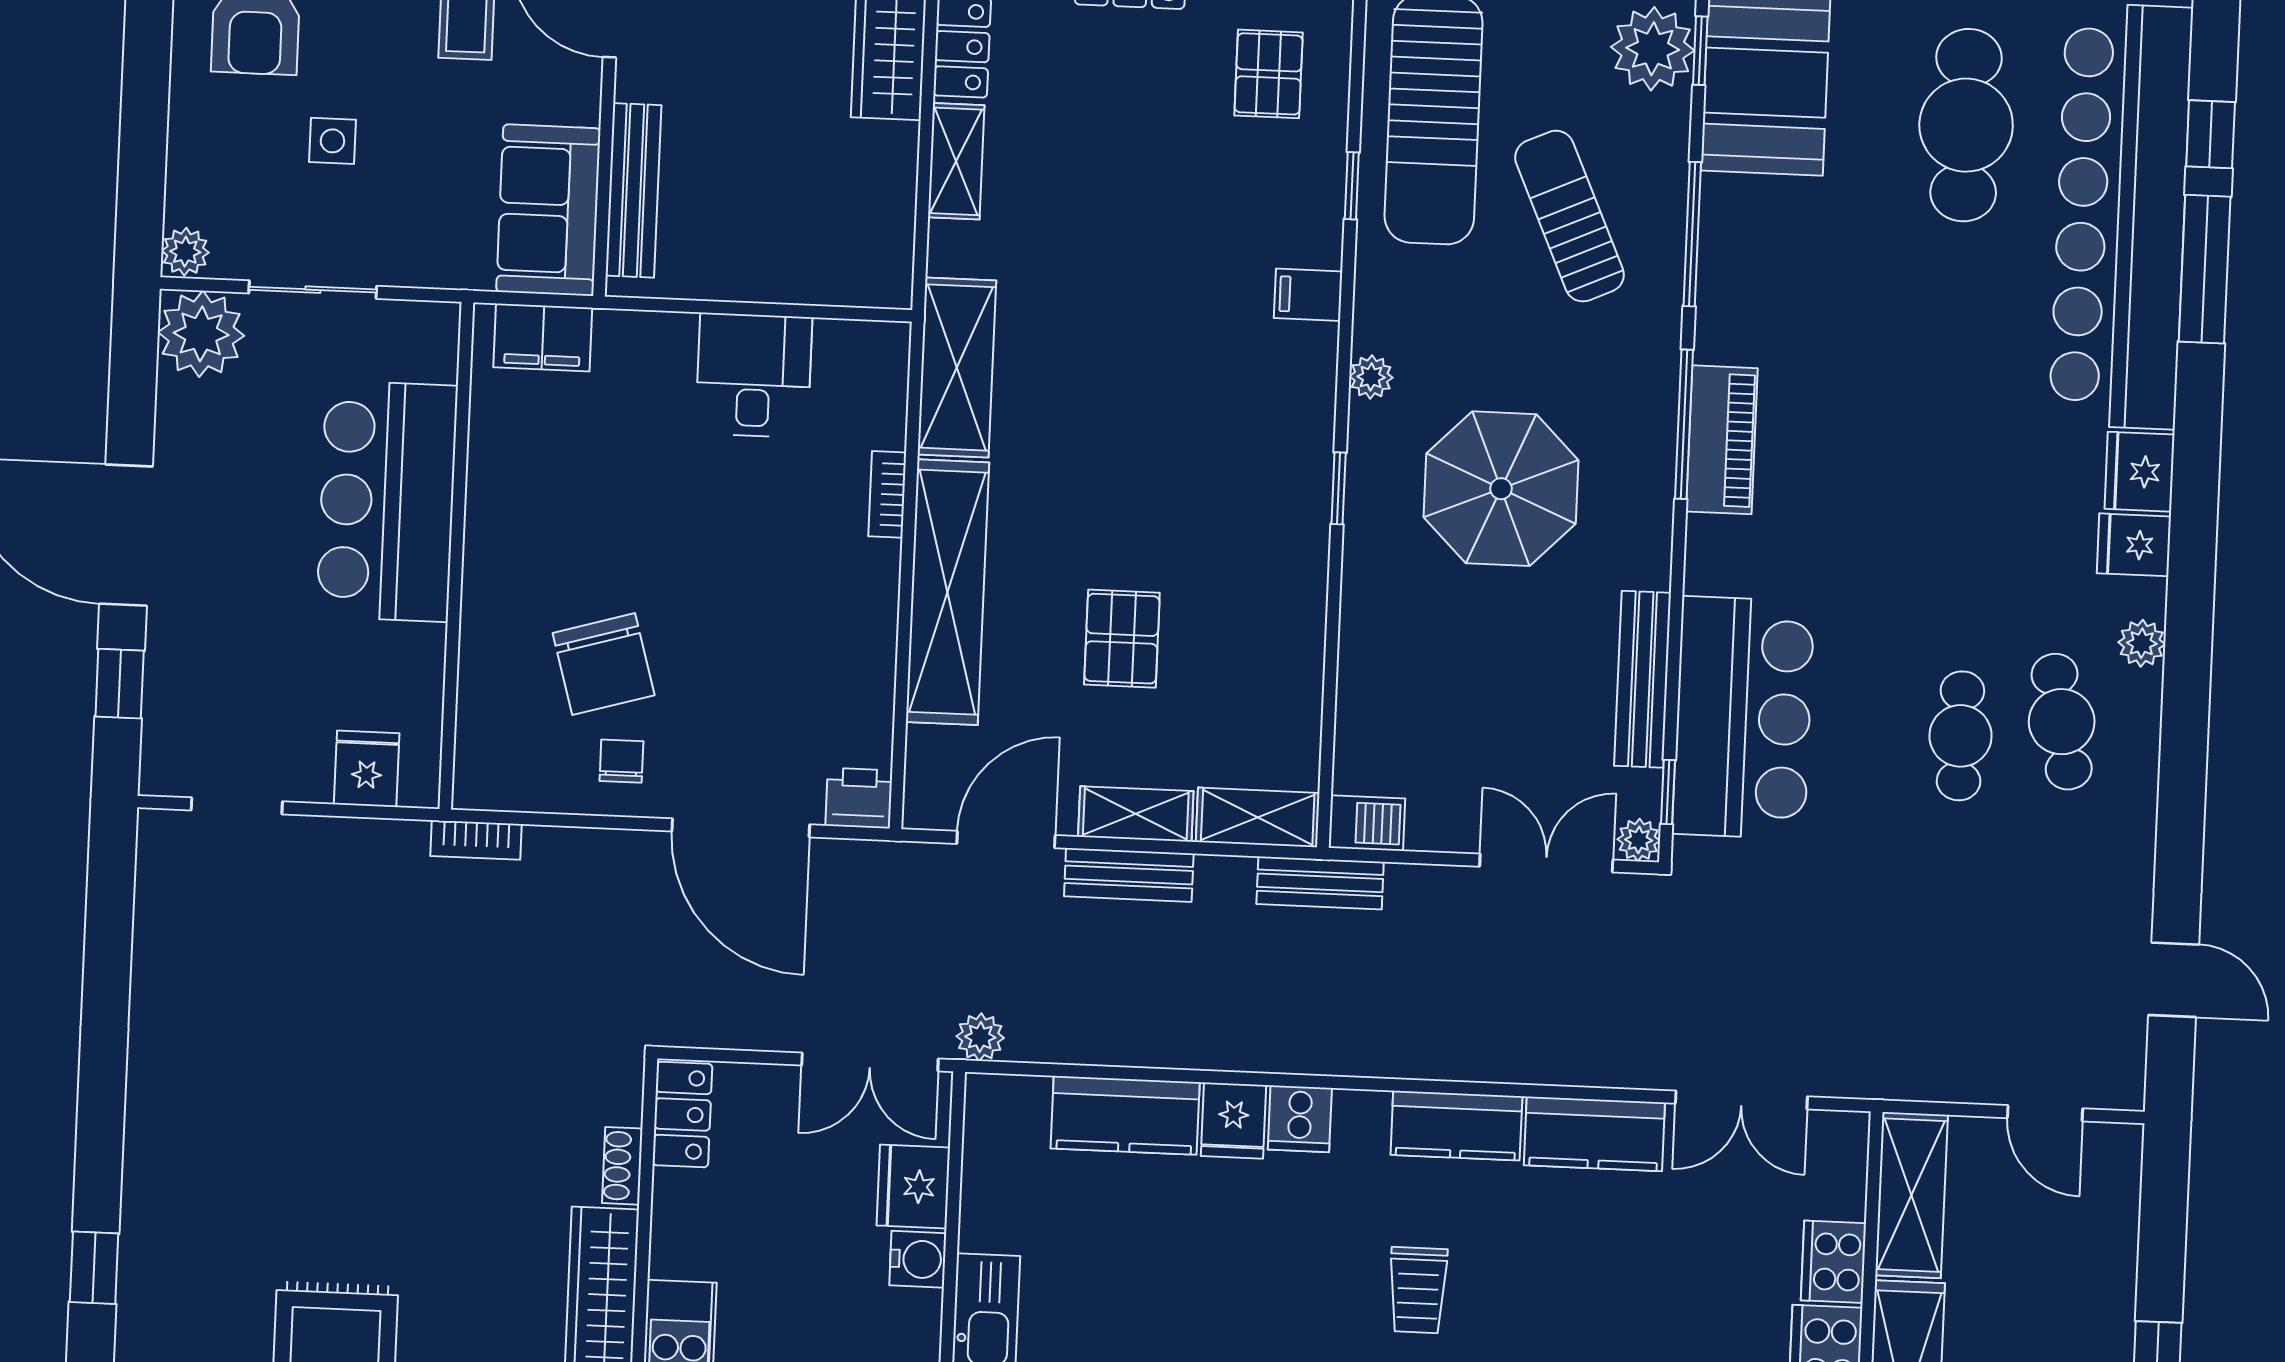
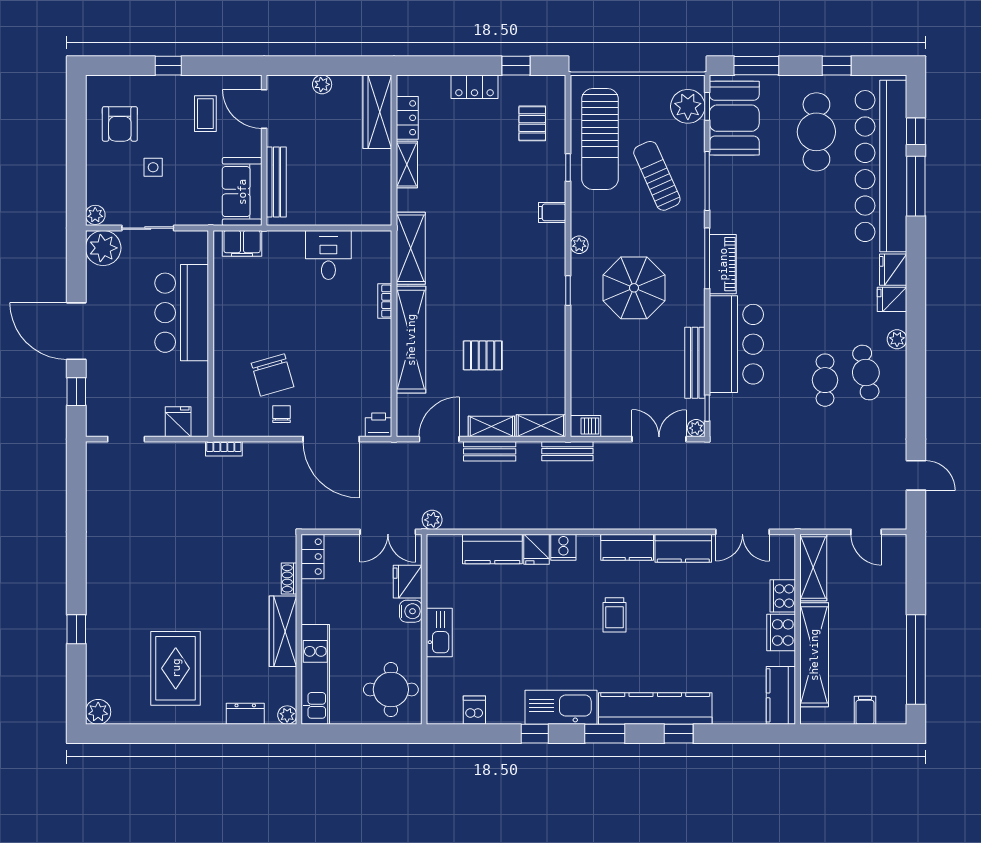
pallet: (1122, 639) -> (483, 355), turned 90
bar counter: (1743, 718) -> (736, 344), moved

